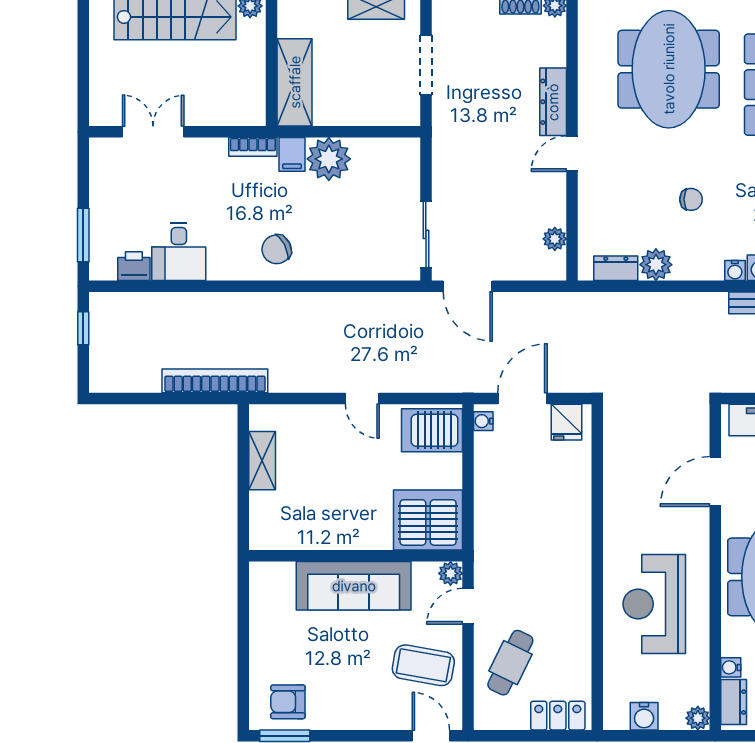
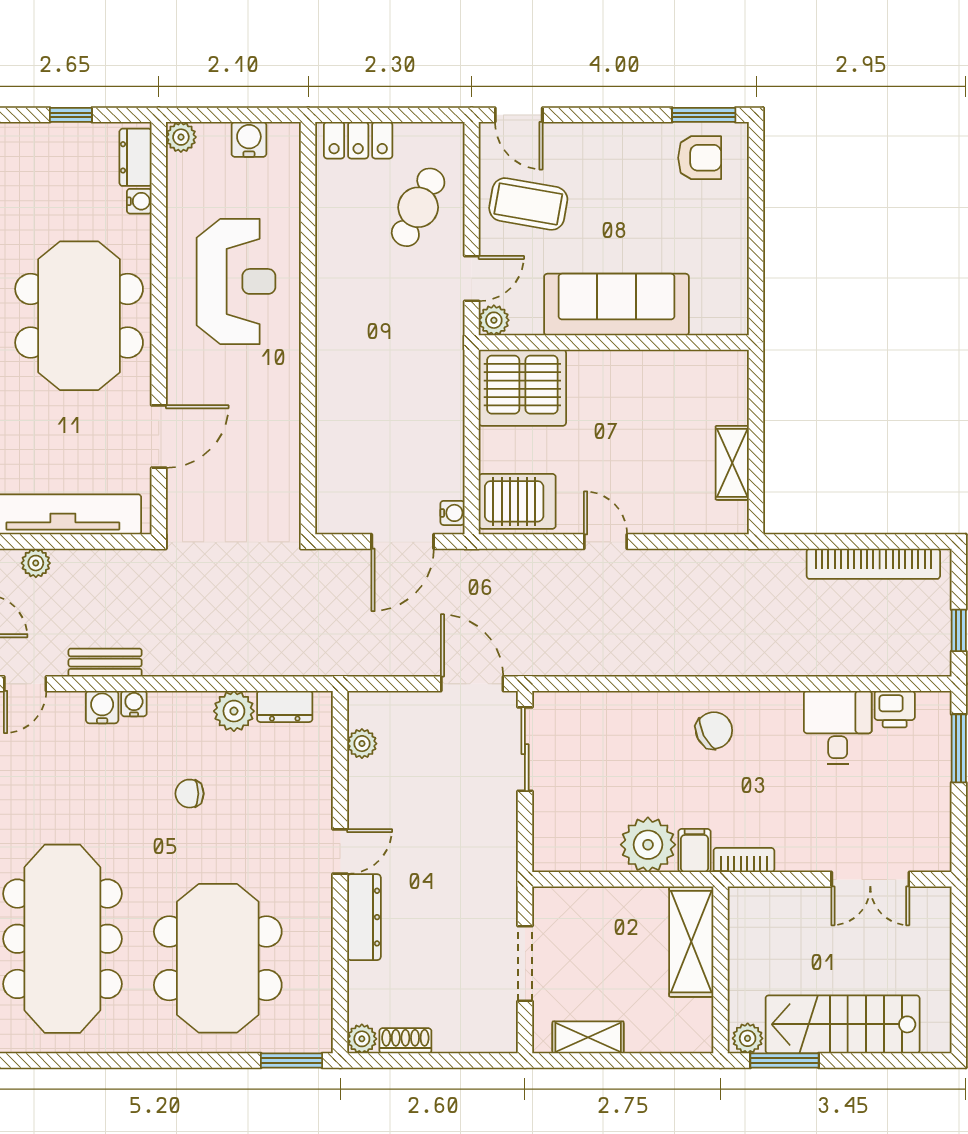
bookcase: (215, 381) -> (873, 564), moved
fridge: (567, 422) -> (347, 512), removed

